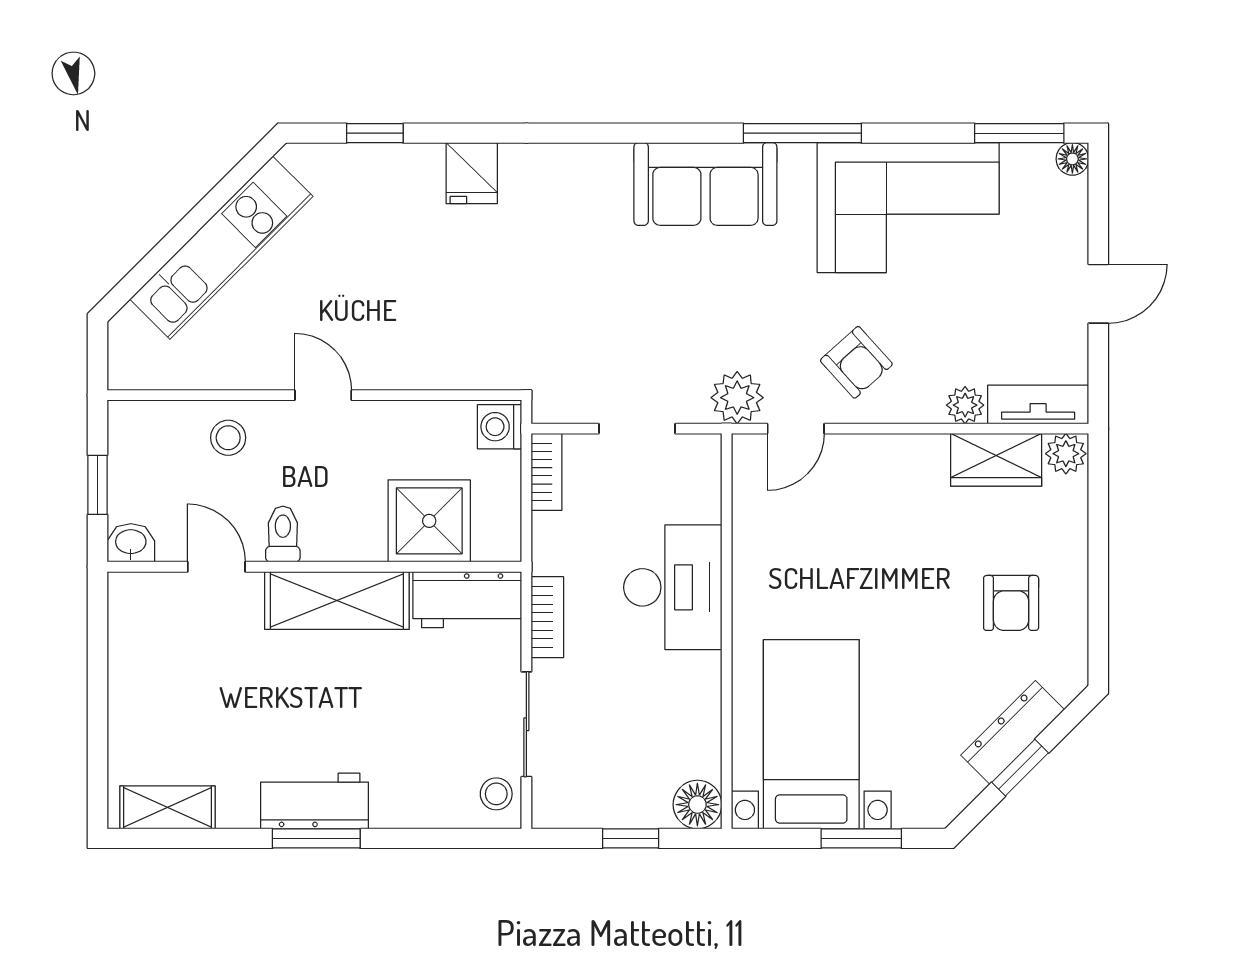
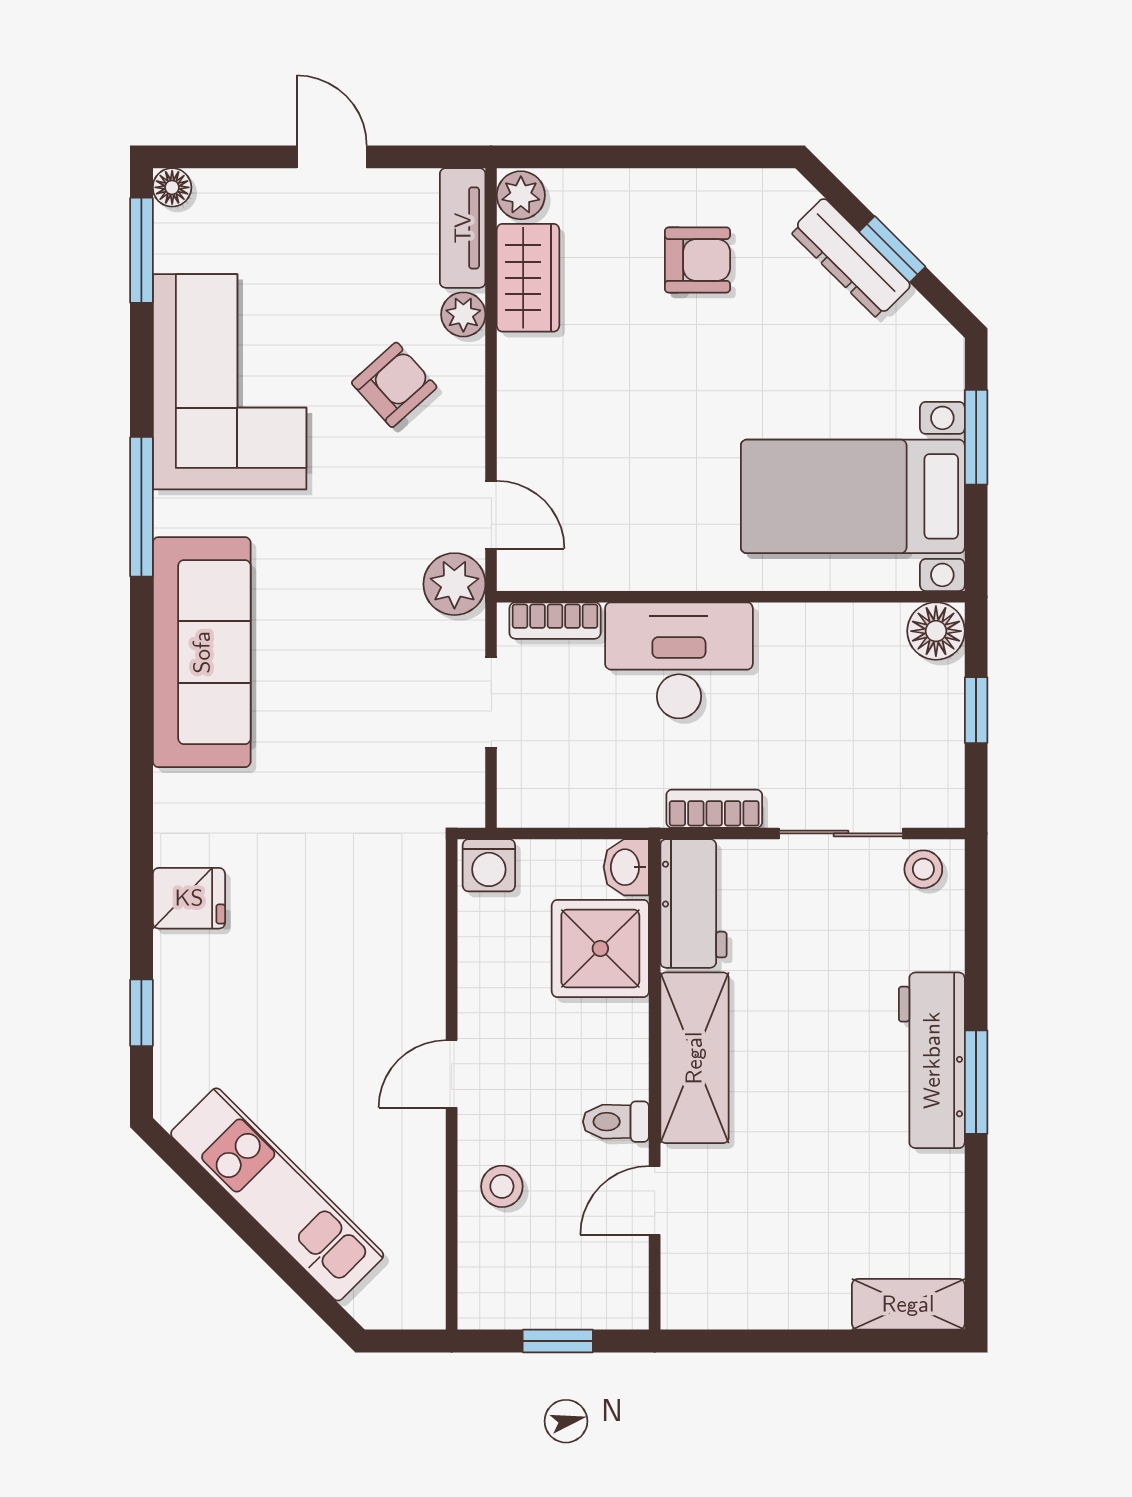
sofa: (705, 184) -> (202, 652), width x1.36
armchair: (856, 362) -> (394, 385), moved
bookcase: (547, 472) -> (555, 621), moved, turned 180
washbasin: (131, 543) -> (626, 867), moved
workbench: (315, 801) -> (932, 1060), width x1.38
shelving: (167, 807) -> (908, 1304), moved, turned 90

